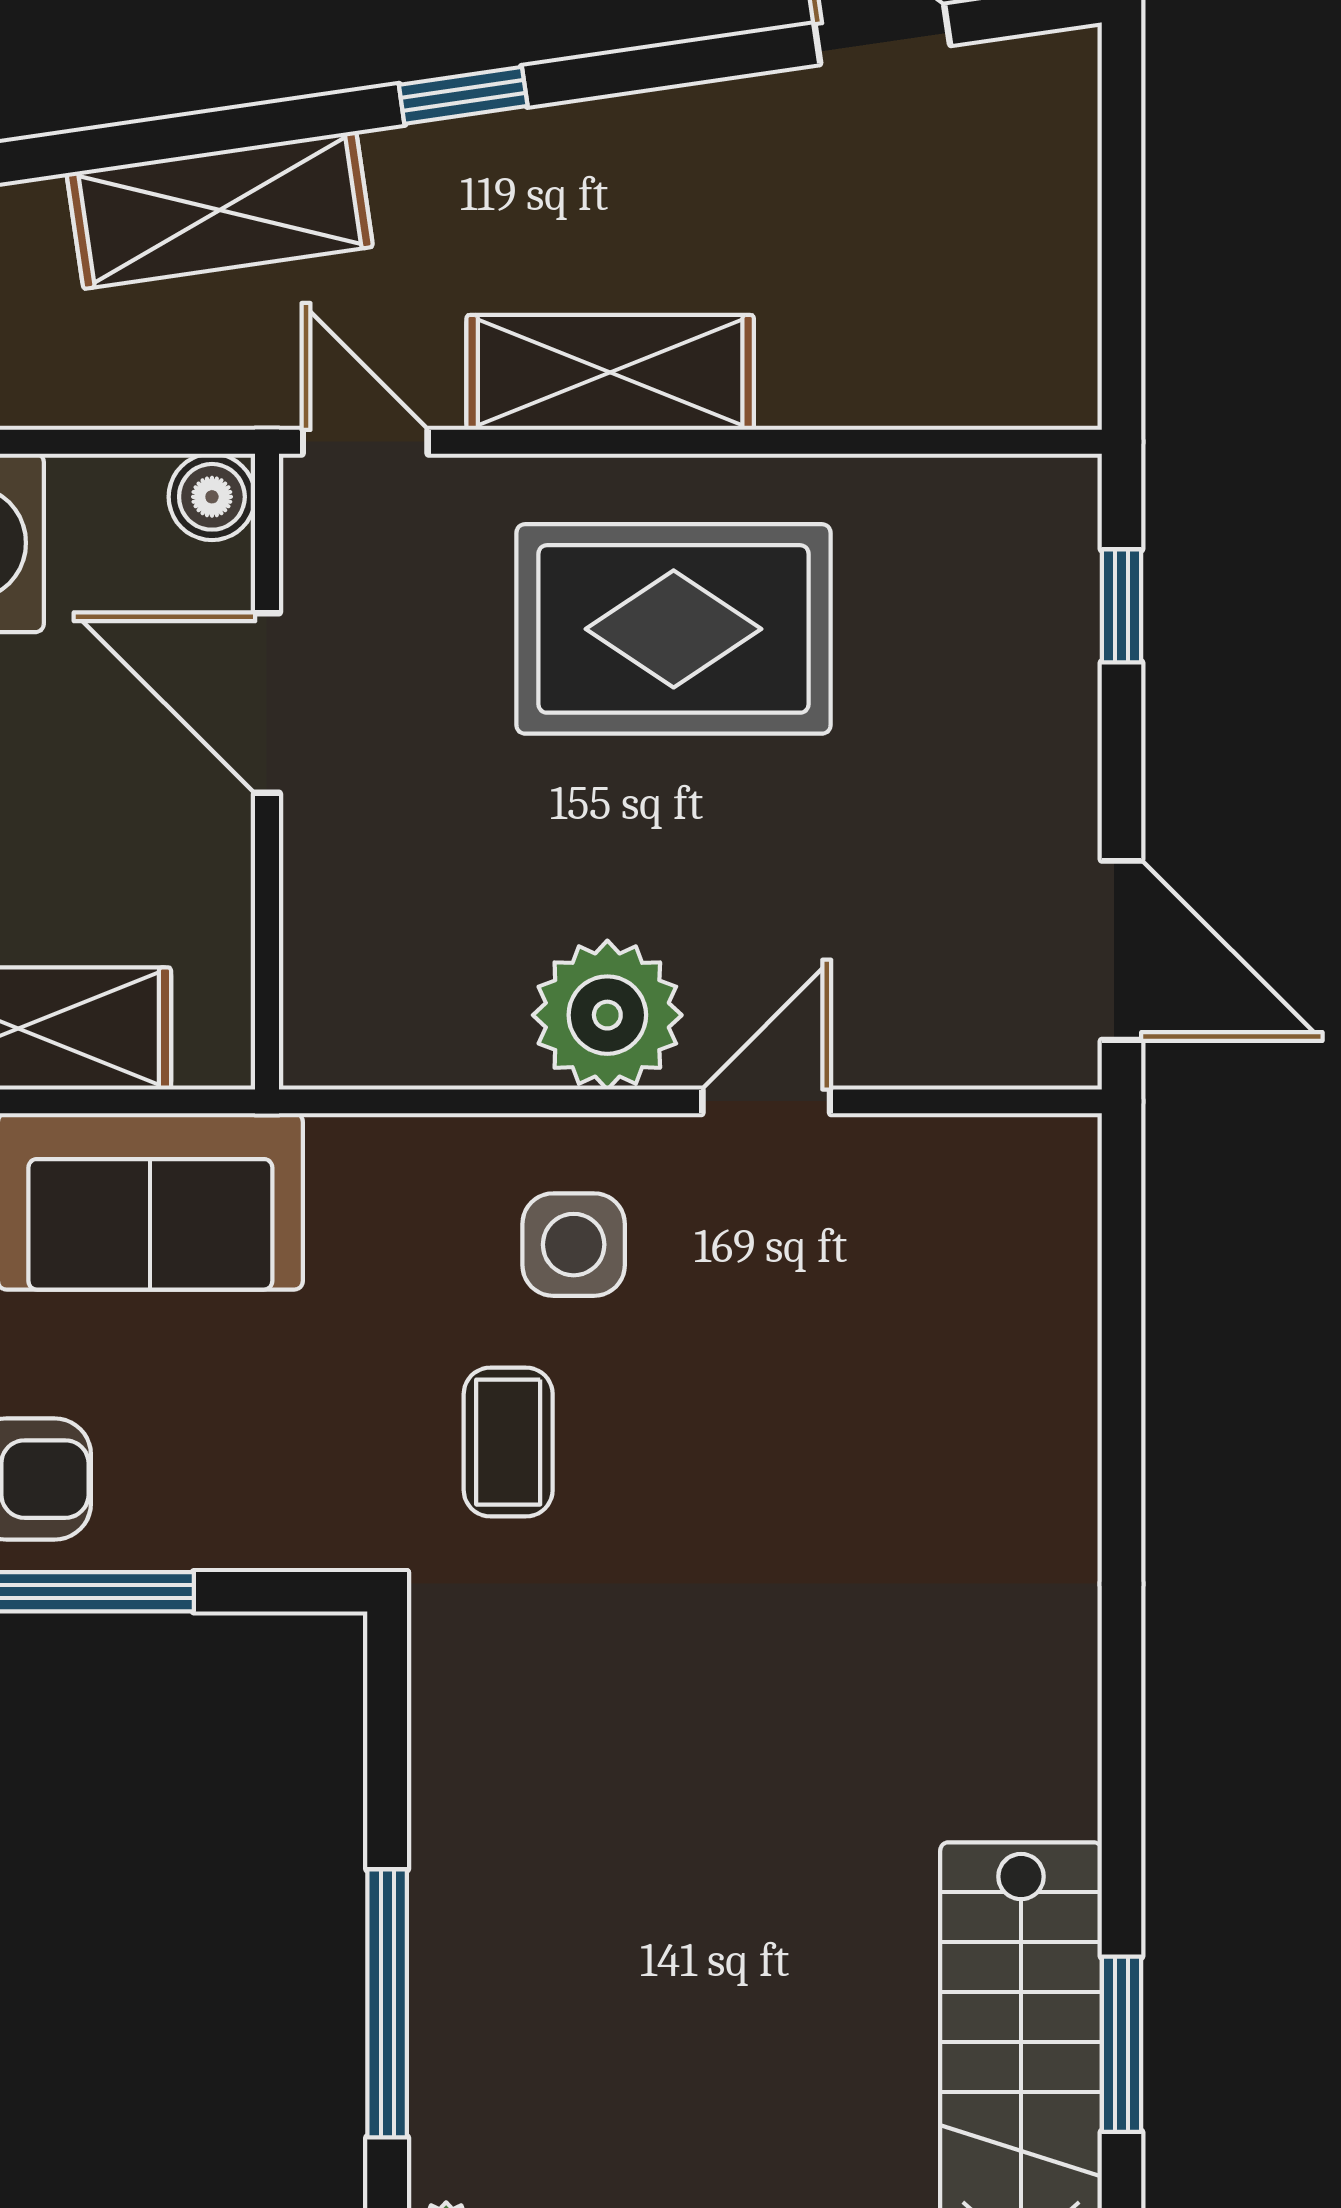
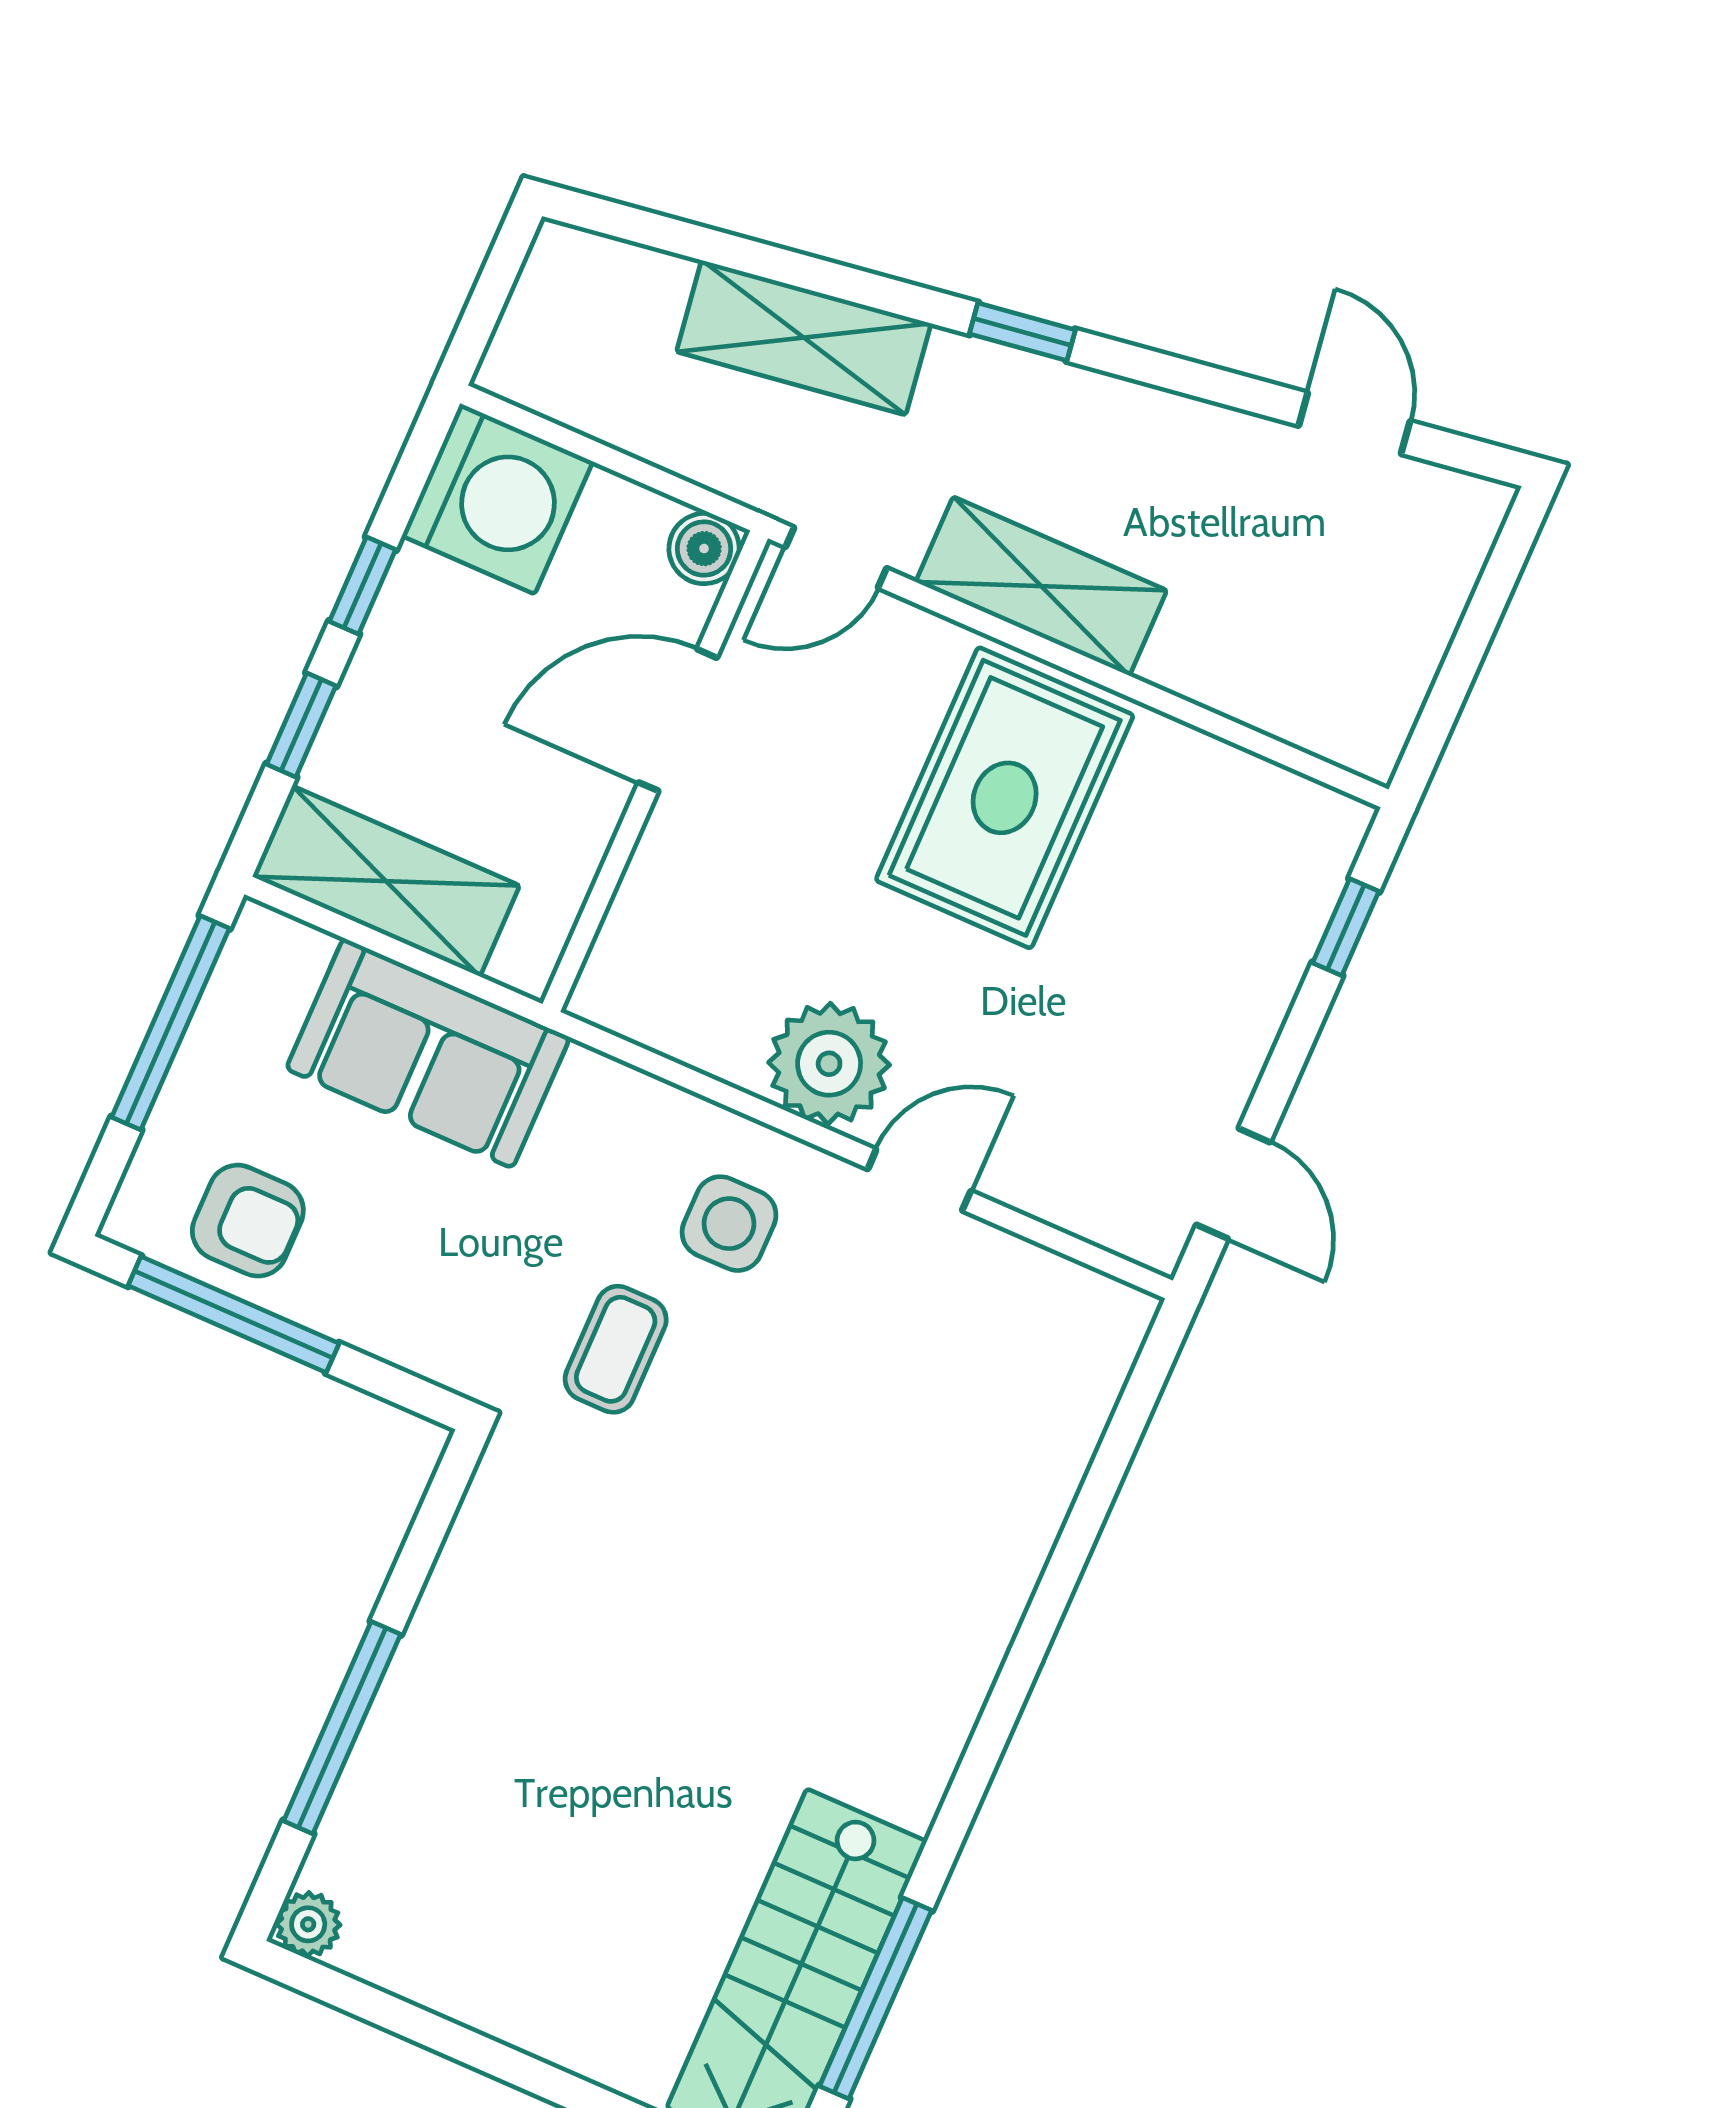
door: (365, 442) -> (836, 558), swing flipped
rug: (674, 629) -> (1005, 798), turned 90
door: (267, 703) -> (678, 720), hinge flipped
door: (1122, 950) -> (1233, 1184), width x0.73
window: (1122, 2044) -> (876, 1998), width x1.44

